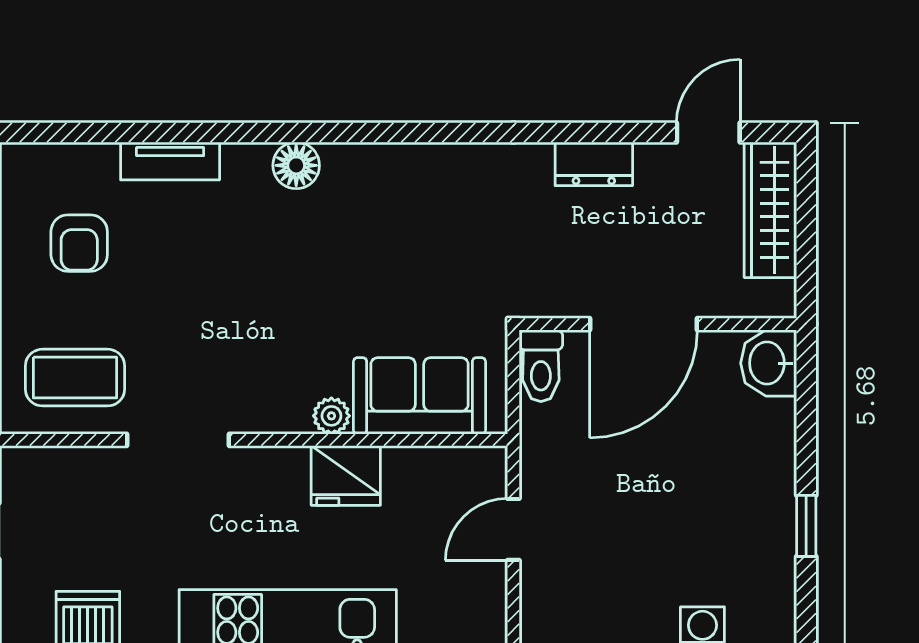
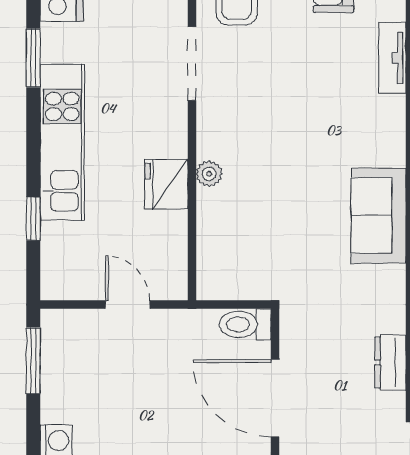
floor lamp: (296, 165) -> (389, 148), removed
sofa: (420, 396) -> (379, 215), moved, turned 180

